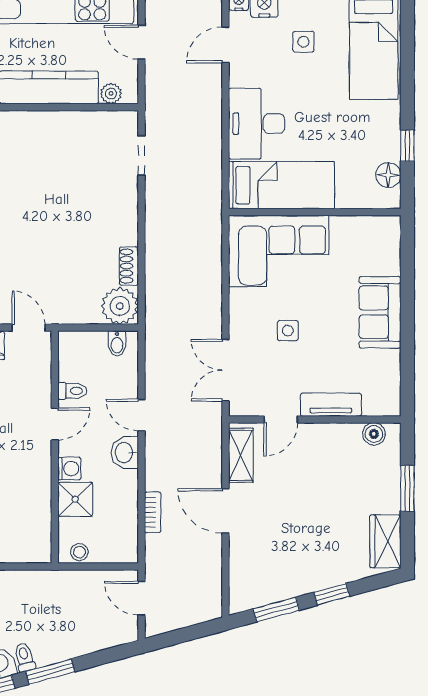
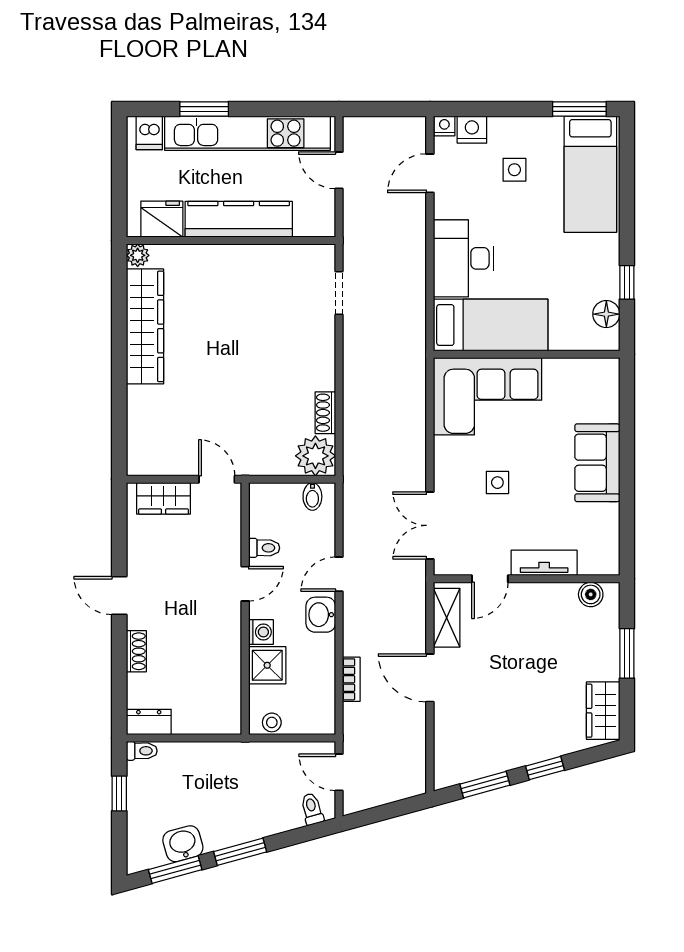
plant: (111, 93) -> (306, 226), removed
door: (141, 415) -> (339, 574), hinge flipped
toilet: (24, 657) -> (312, 809), moved

